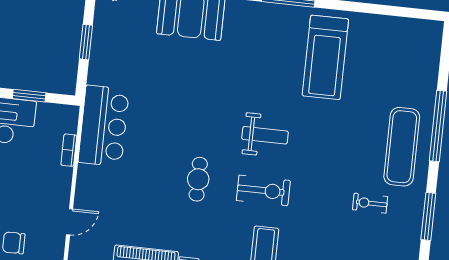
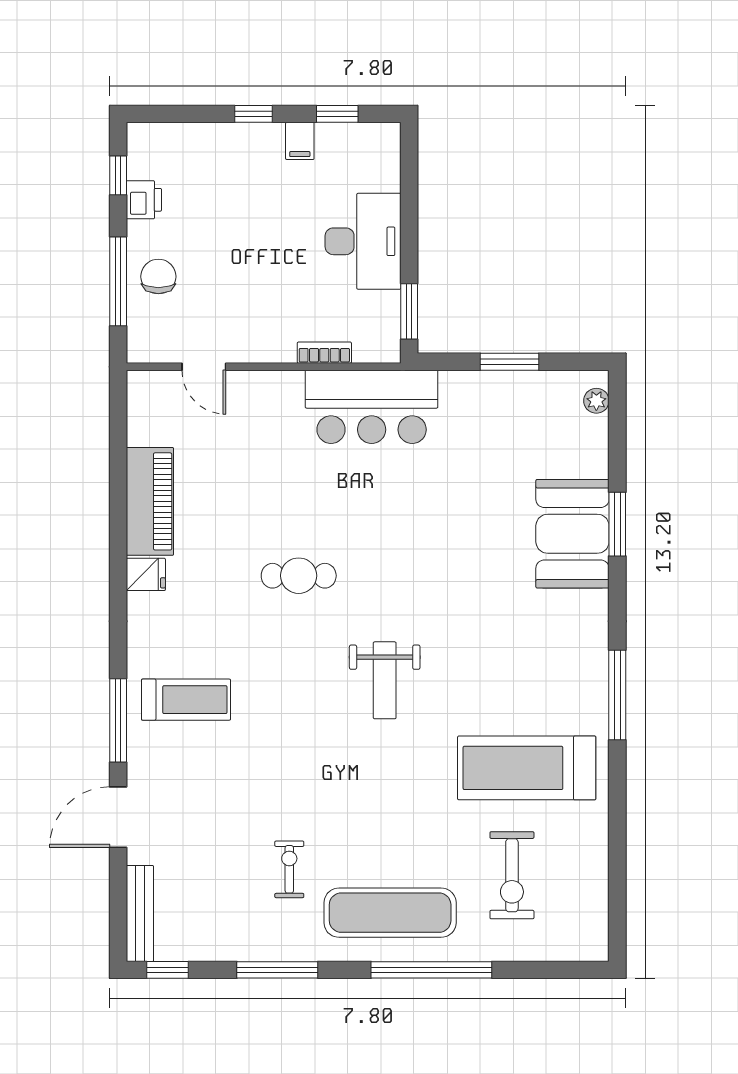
window: (29, 96) -> (409, 311), moved
exercise bike: (263, 190) -> (512, 875), moved

